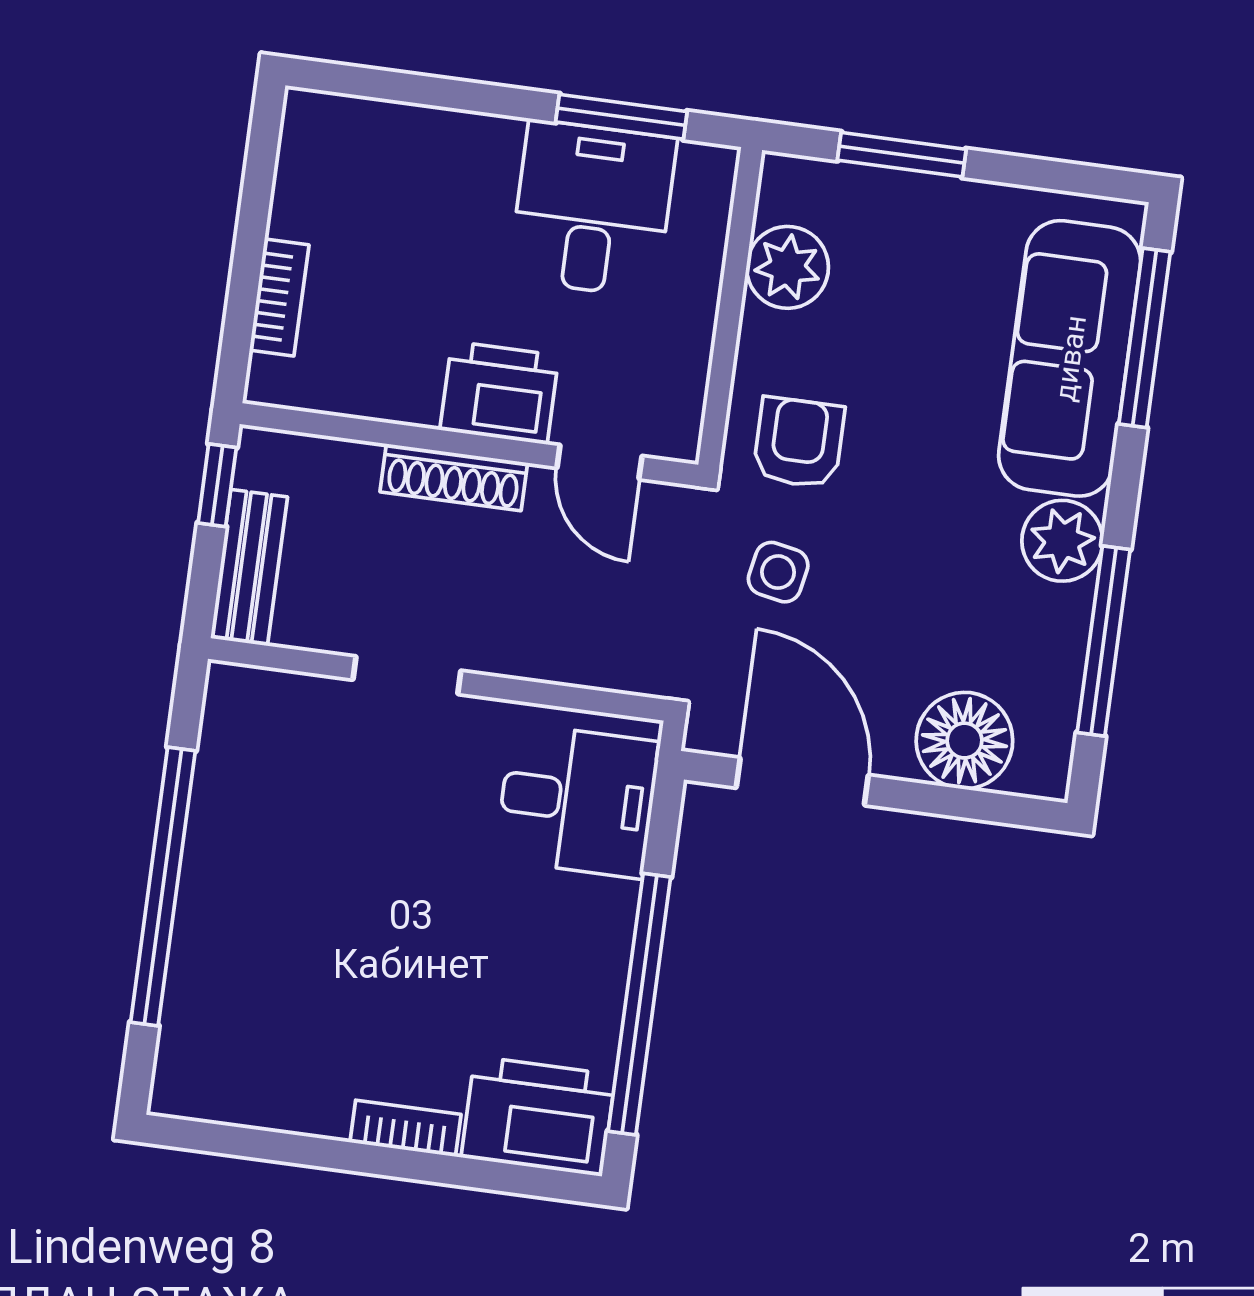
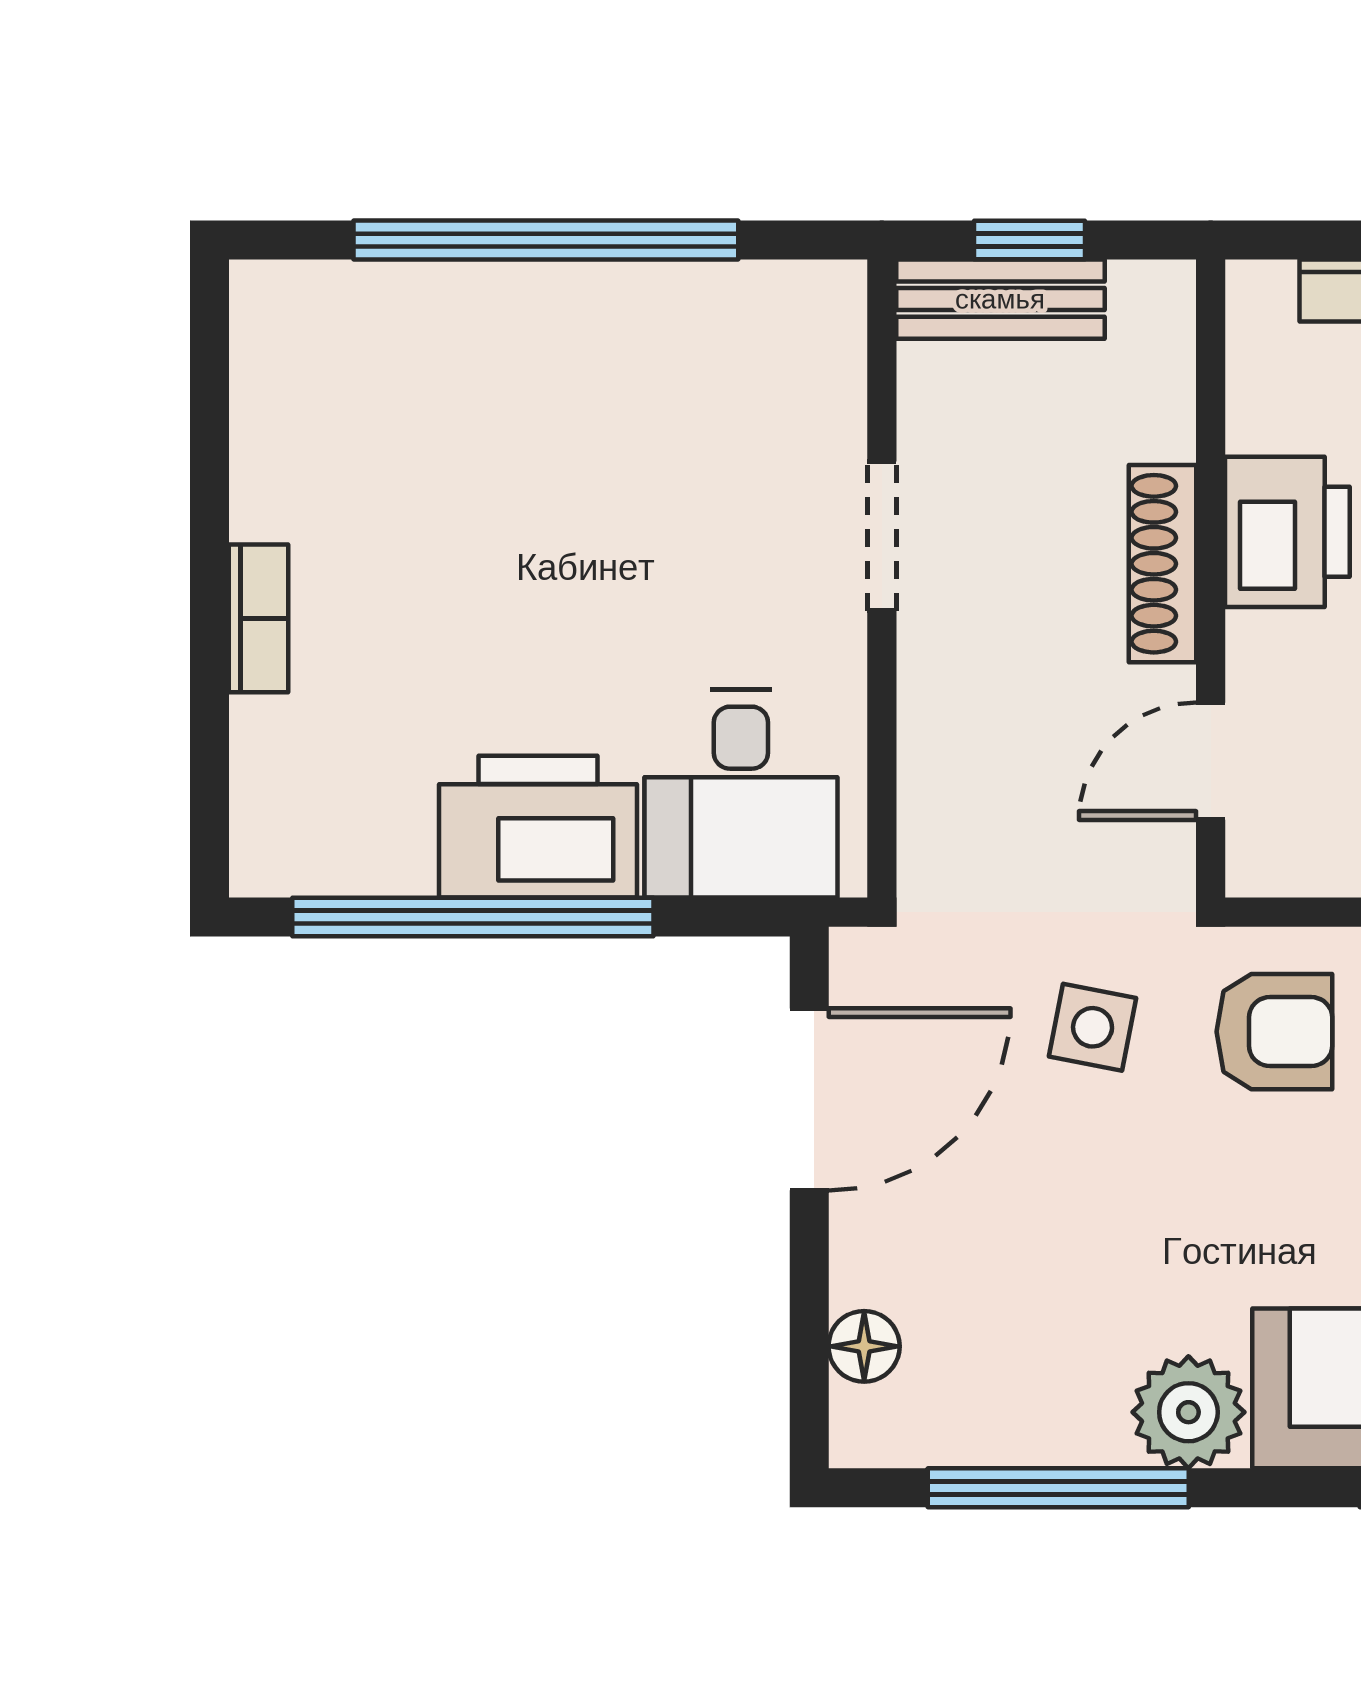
printer: (499, 393) -> (1287, 532), moved
window: (217, 485) -> (1029, 240), moved
floor lamp: (964, 741) -> (864, 1346), width x0.53, depth x0.53
printer: (538, 1116) -> (538, 827), moved, turned -90

